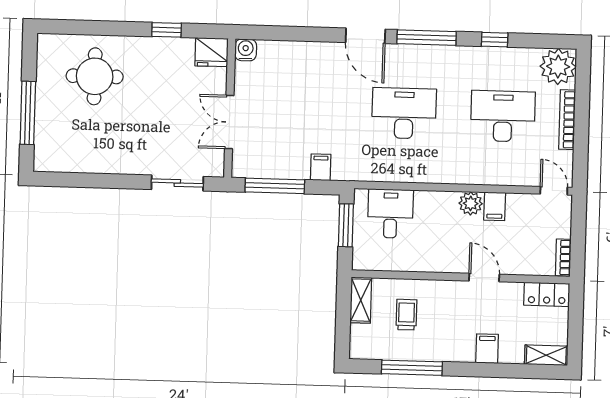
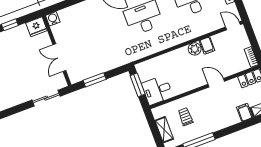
filing cabinet: (321, 167) -> (113, 61), removed
window: (275, 186) -> (95, 80), width x0.69
desk: (390, 213) -> (157, 90), moved, turned -90
shelving: (361, 300) -> (164, 130), moved
filing cabinet: (487, 349) -> (245, 112), moved

